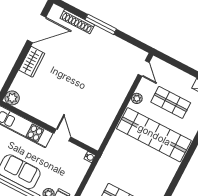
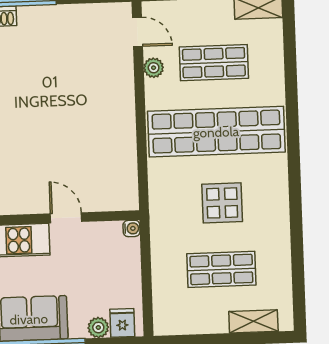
plant: (137, 98) -> (154, 68), moved
display table: (138, 169) -> (222, 203), added

